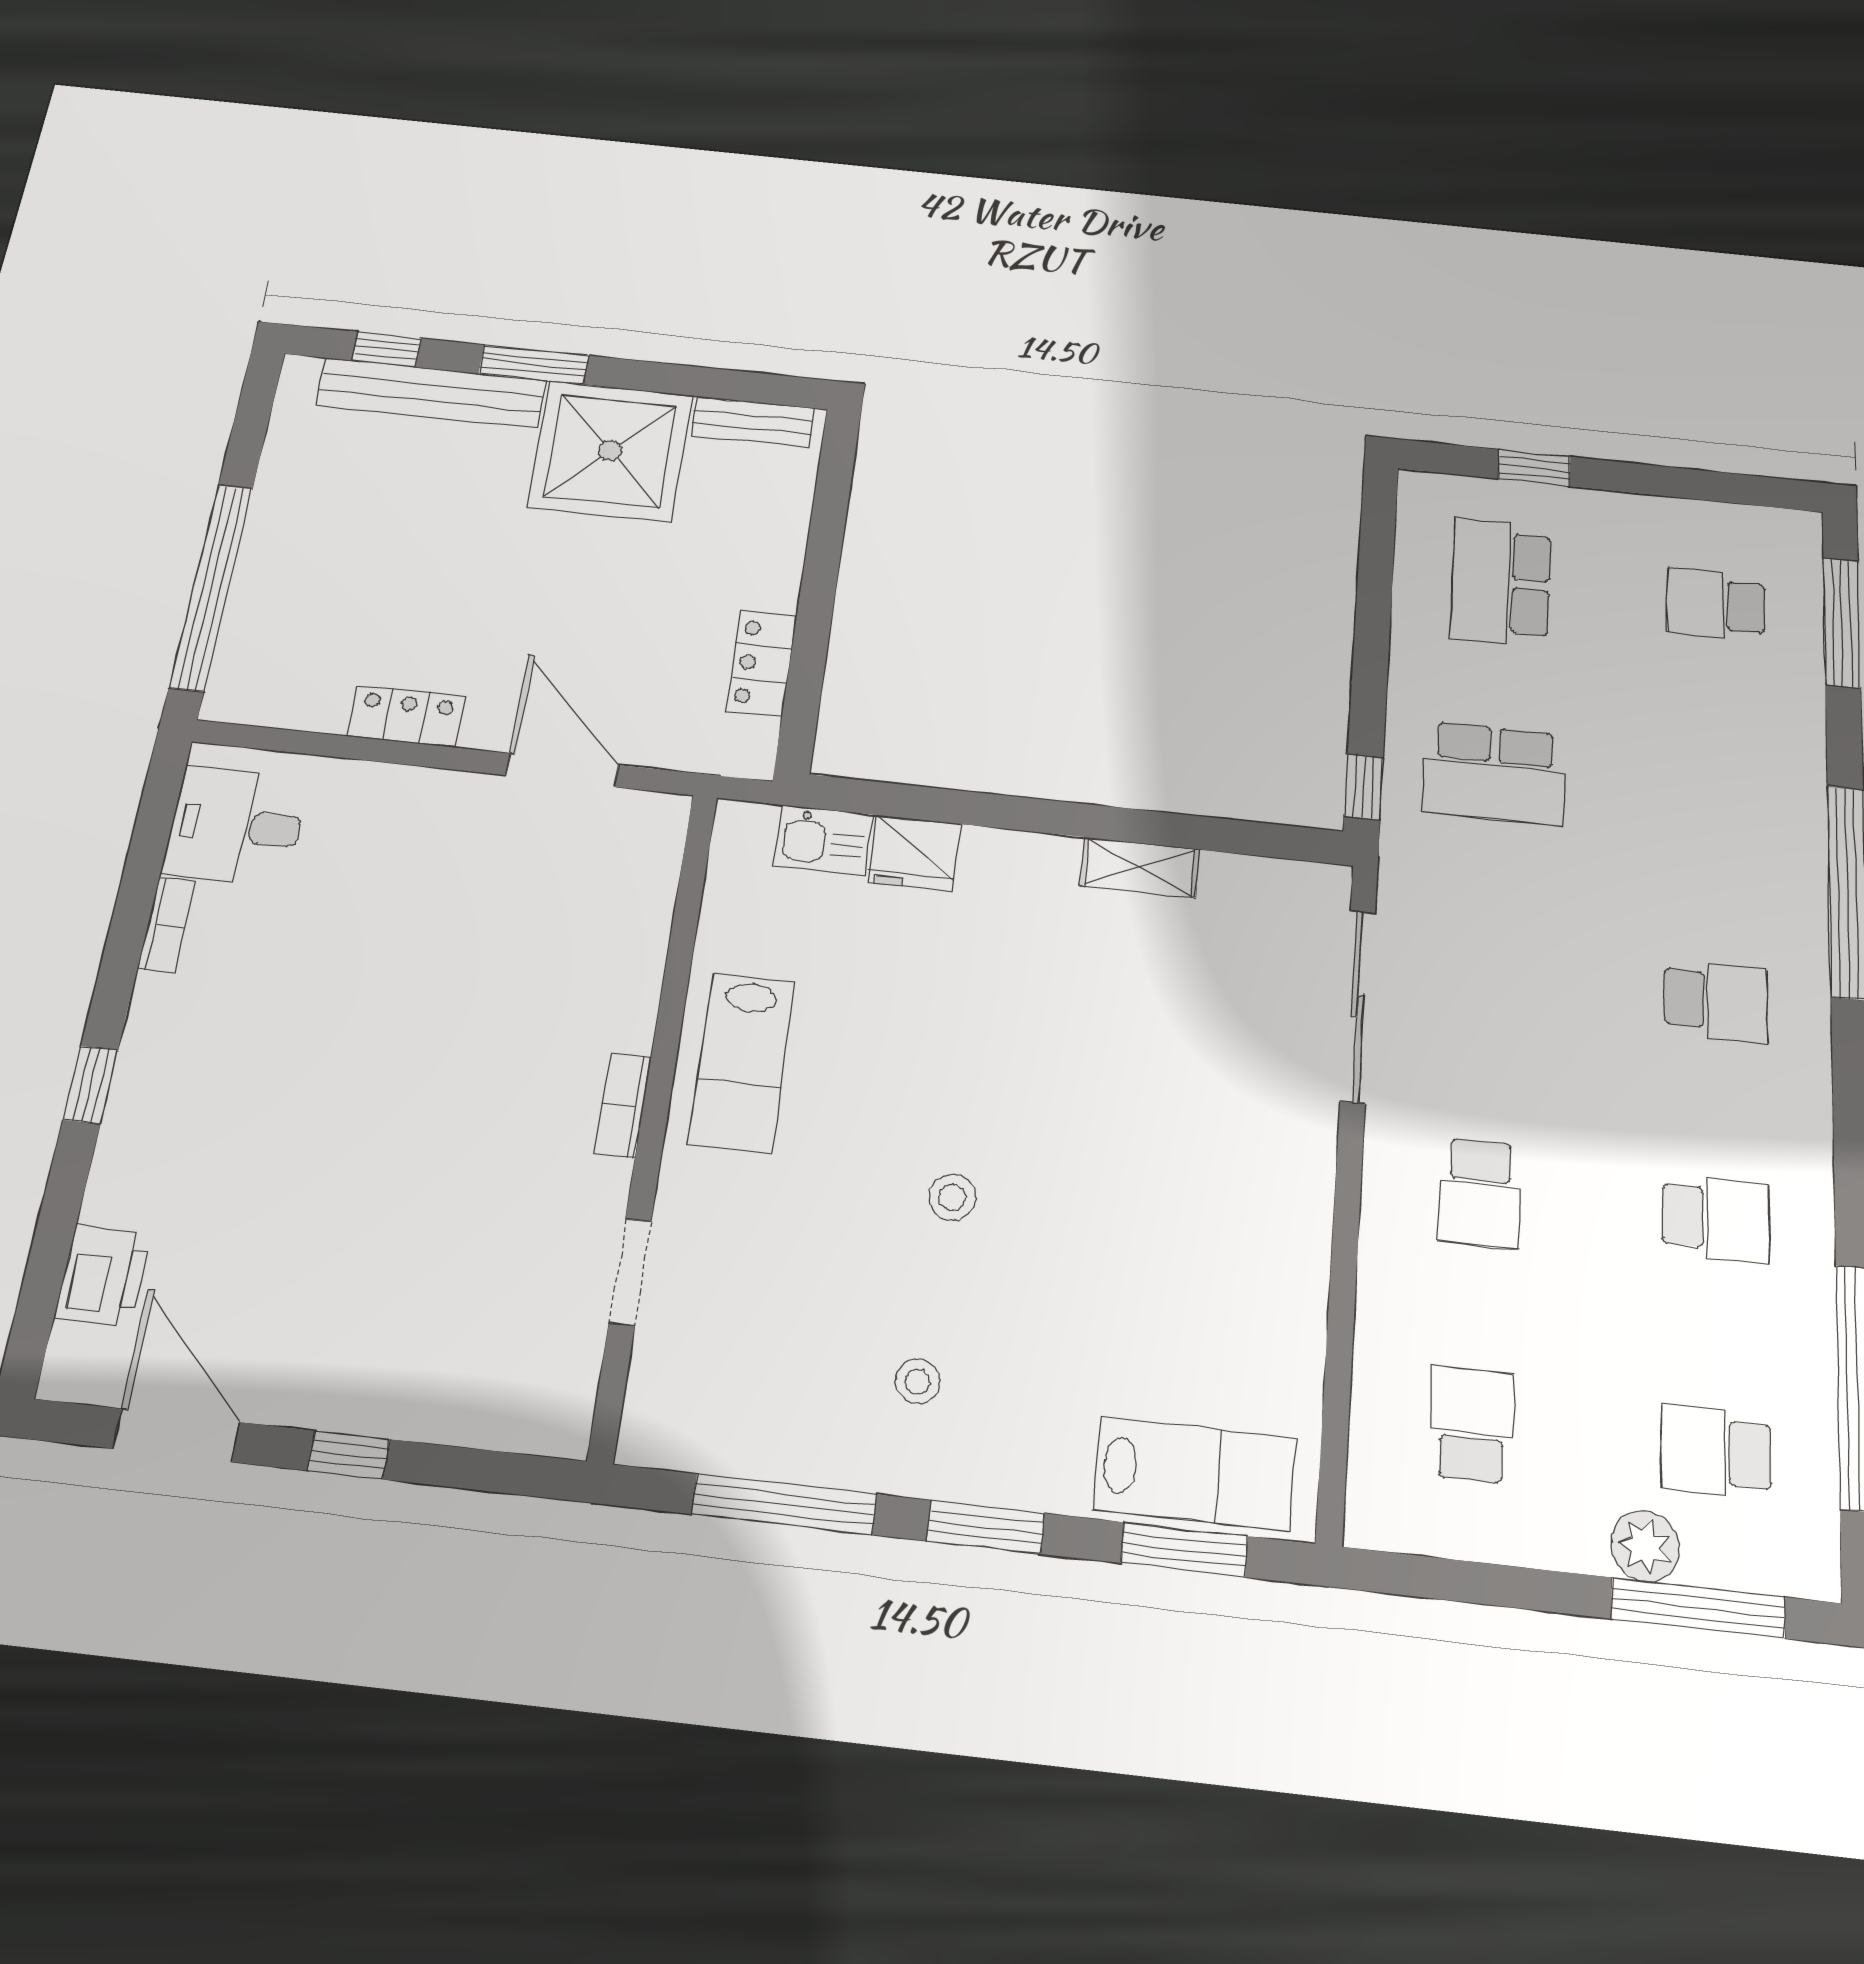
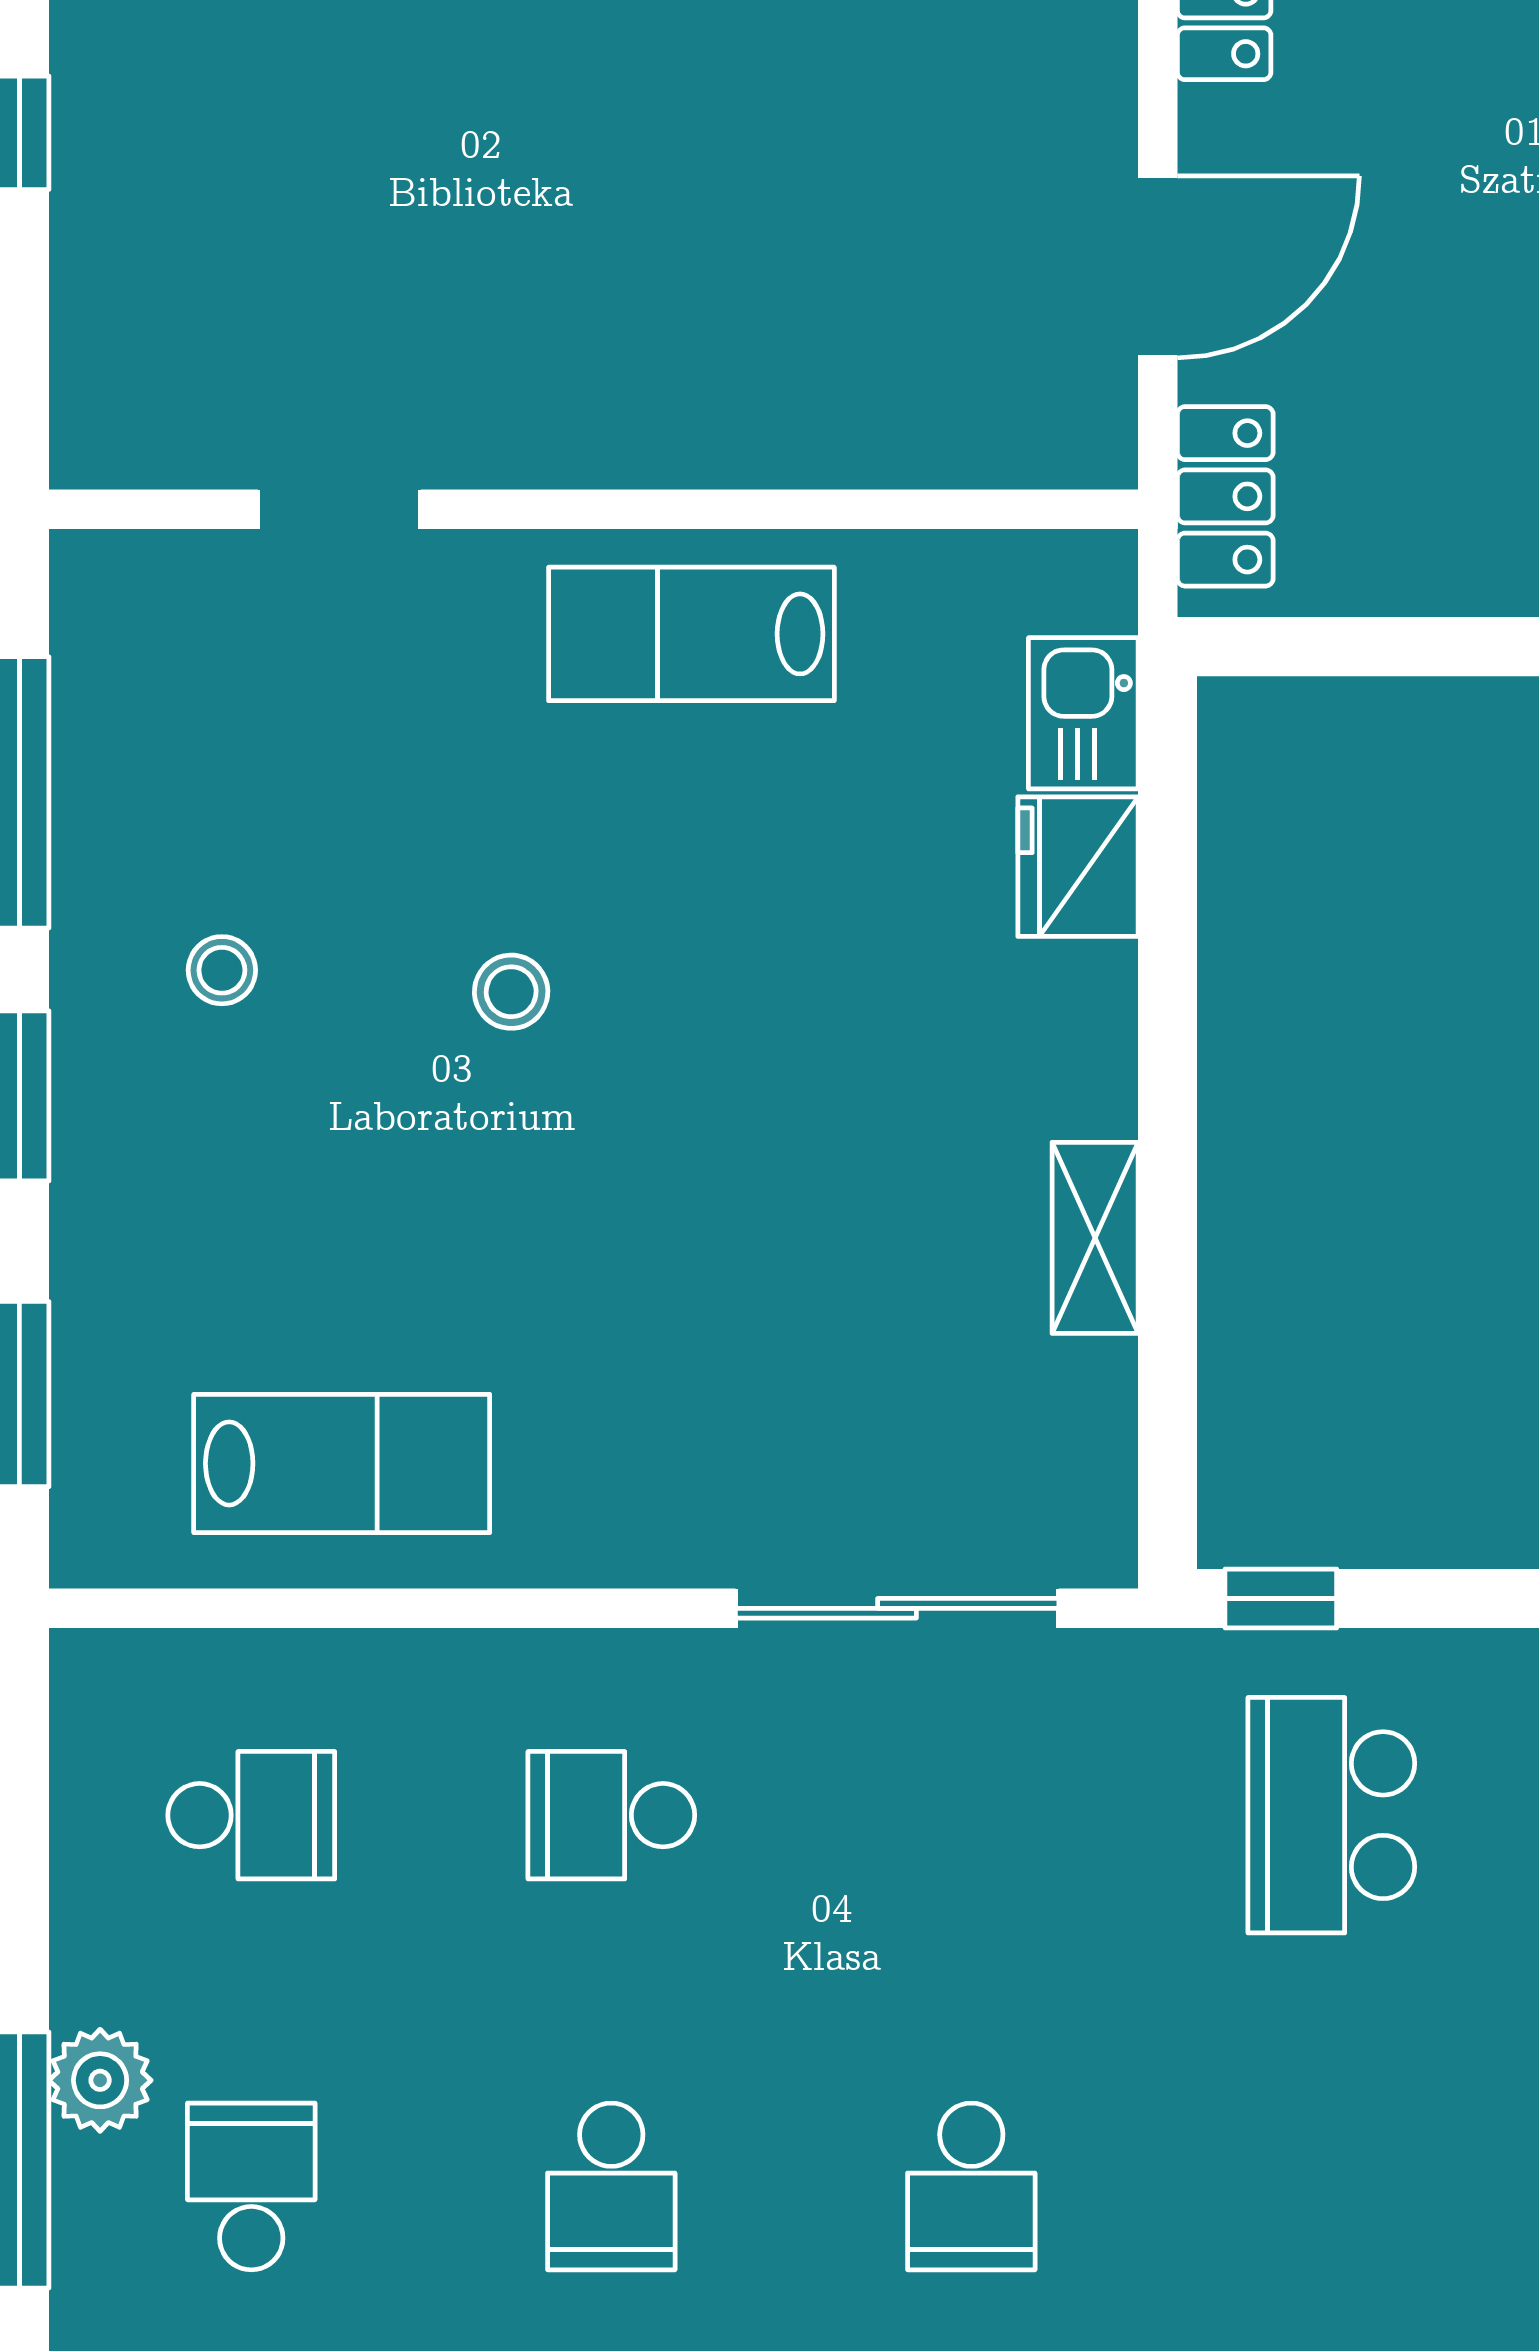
locker: (762, 663) -> (1225, 496), moved, turned 90
bookcase: (623, 1105) -> (601, 457), removed
lab bench: (1194, 1474) -> (342, 1463), moved, turned -90

